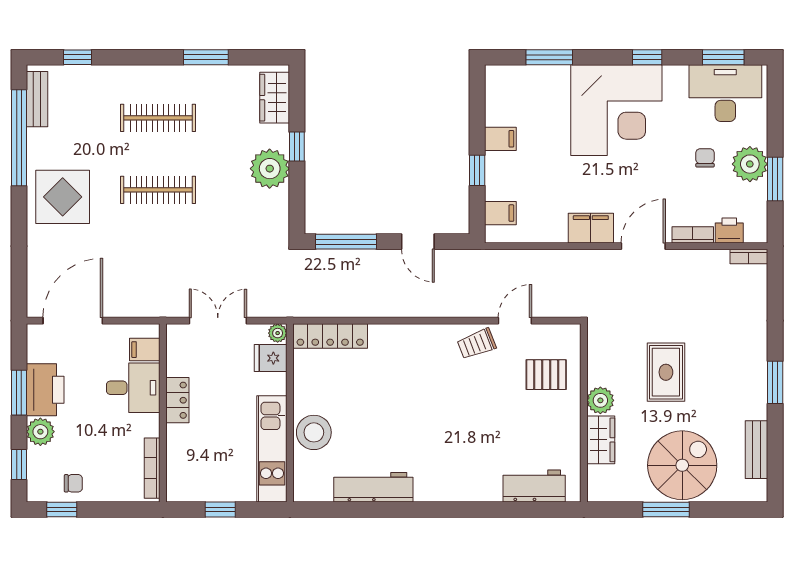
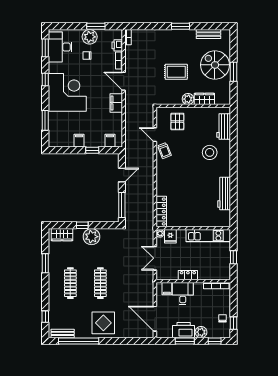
stool: (314, 432) -> (210, 152), moved

